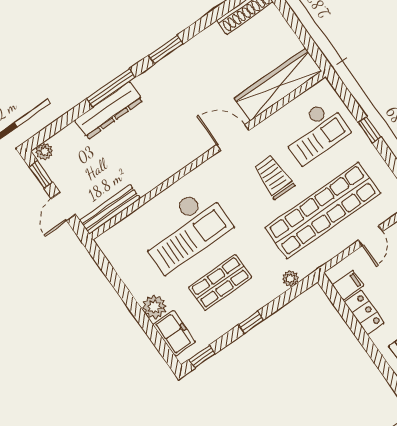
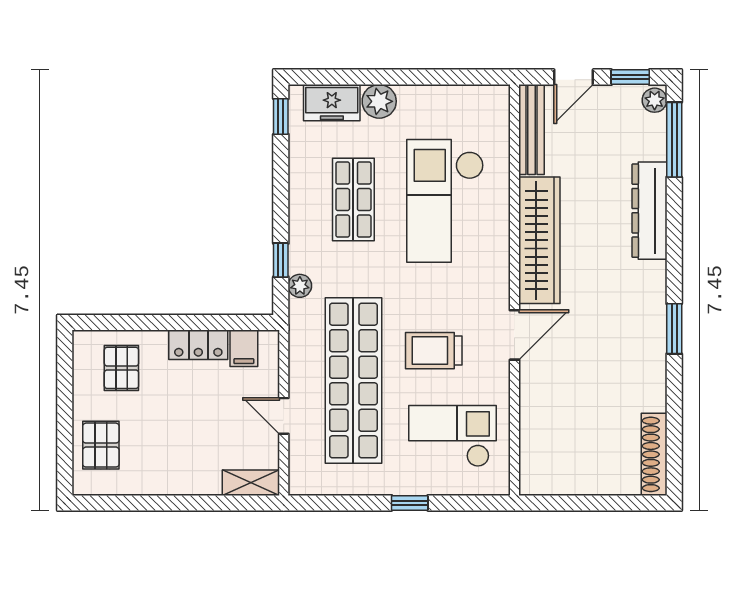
wardrobe: (278, 85) -> (539, 240), moved
window: (111, 88) -> (674, 140), moved
checkout: (315, 132) -> (453, 436), turned 90
trolley: (274, 177) -> (434, 351), turned 180
door: (63, 207) -> (574, 77), swing flipped
window: (251, 322) -> (281, 260), moved

